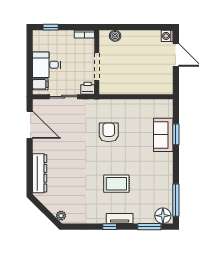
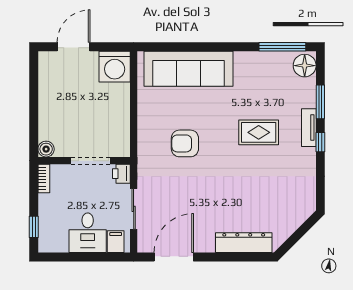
boiler: (115, 36) -> (46, 149), moved
washing machine: (167, 36) -> (115, 67), moved, width x1.89, depth x1.89
window: (176, 134) -> (188, 47), removed
sofa: (163, 135) -> (189, 69), width x1.85, depth x1.27
rug: (116, 184) -> (259, 132), turned 90
plant: (61, 216) -> (305, 212), removed
window: (149, 227) -> (320, 102), moved

